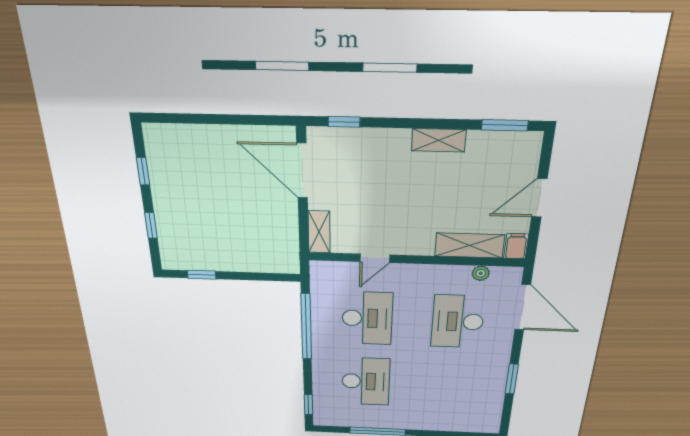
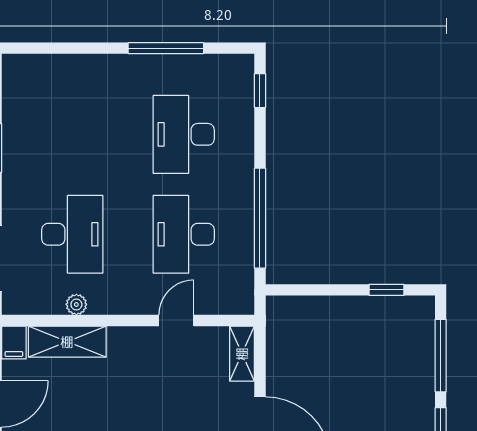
window: (151, 225) -> (441, 356), width x2.17
plant: (481, 273) -> (76, 304), moved

